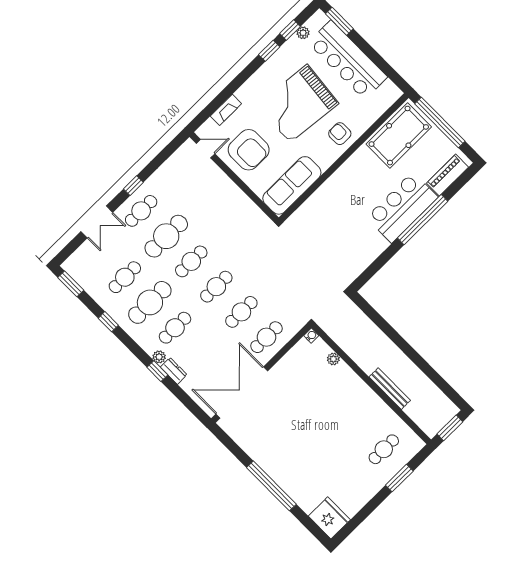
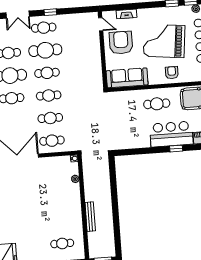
armchair: (249, 150) -> (121, 43), turned 180
cafe table: (354, 186) -> (157, 104), added
window: (423, 220) -> (176, 149), width x0.32

